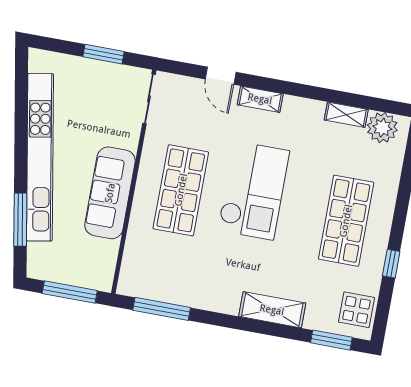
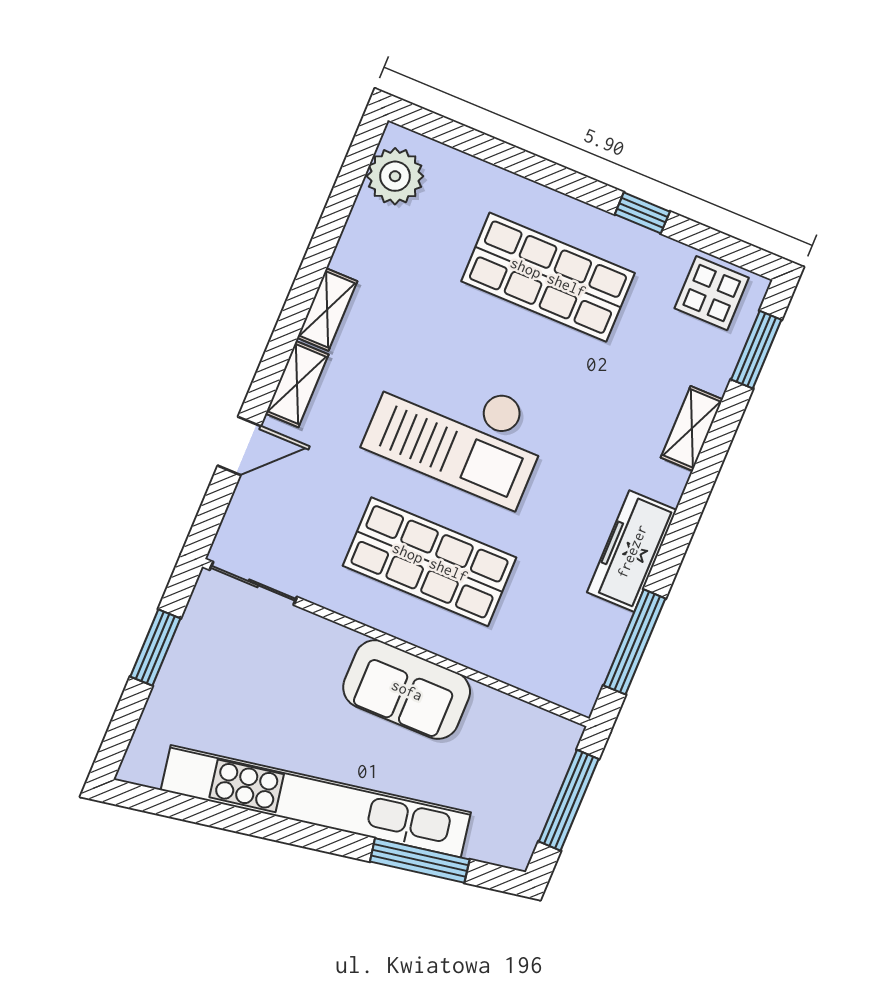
shelving: (346, 115) -> (327, 310), moved
checkout: (254, 190) -> (458, 431), turned 180
sofa: (110, 193) -> (407, 690), width x0.73
freezer: (210, 297) -> (632, 551), added
shelving: (272, 310) -> (692, 428), width x0.67, depth x0.75

